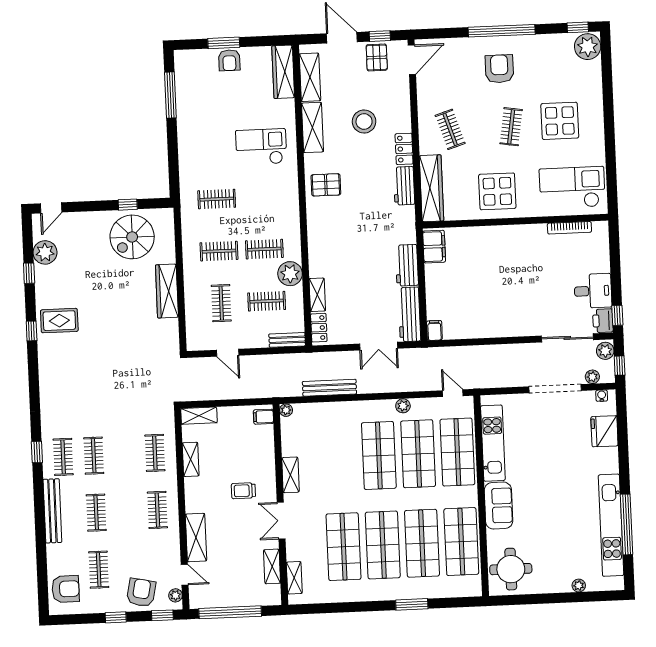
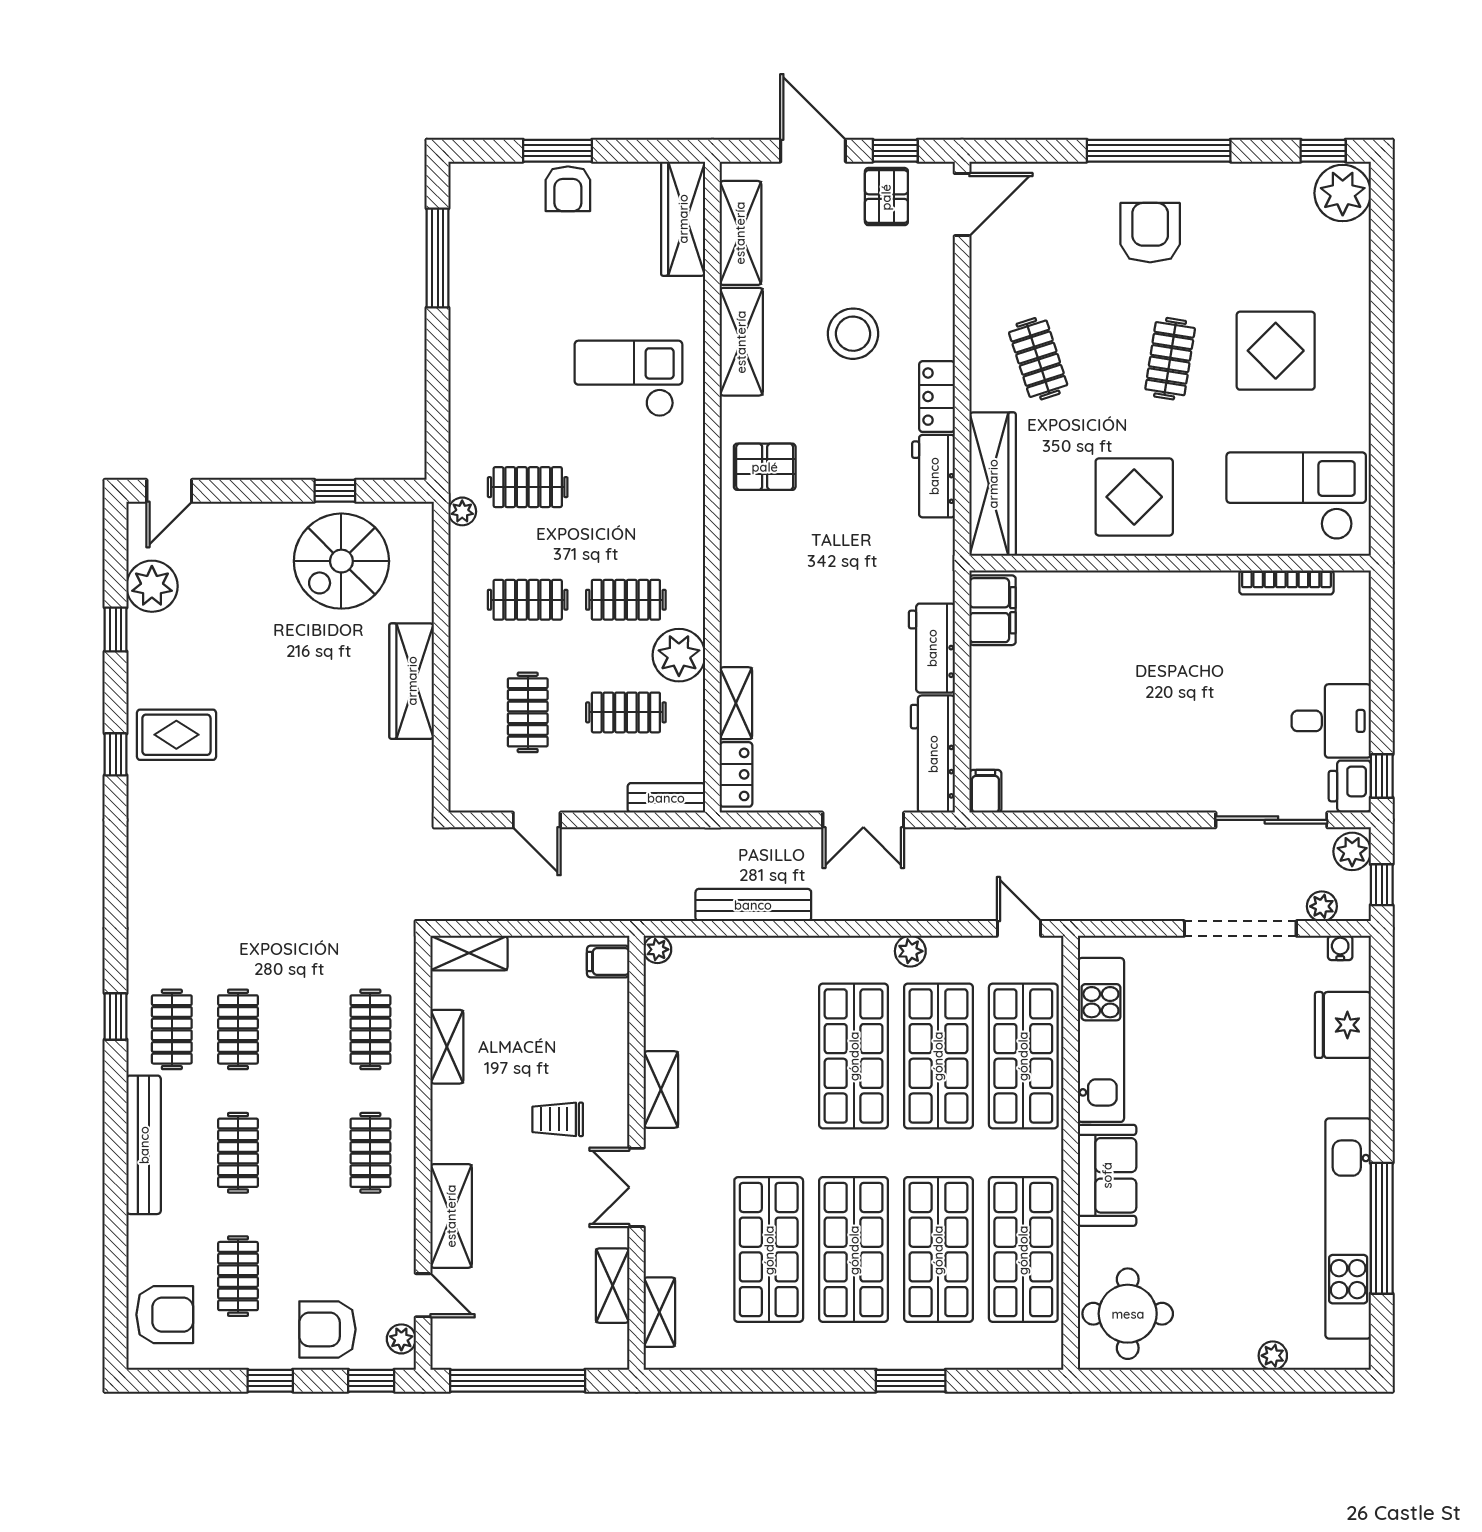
plant: (187, 212) -> (462, 511), added
armchair: (141, 593) -> (327, 1329), turned -102

